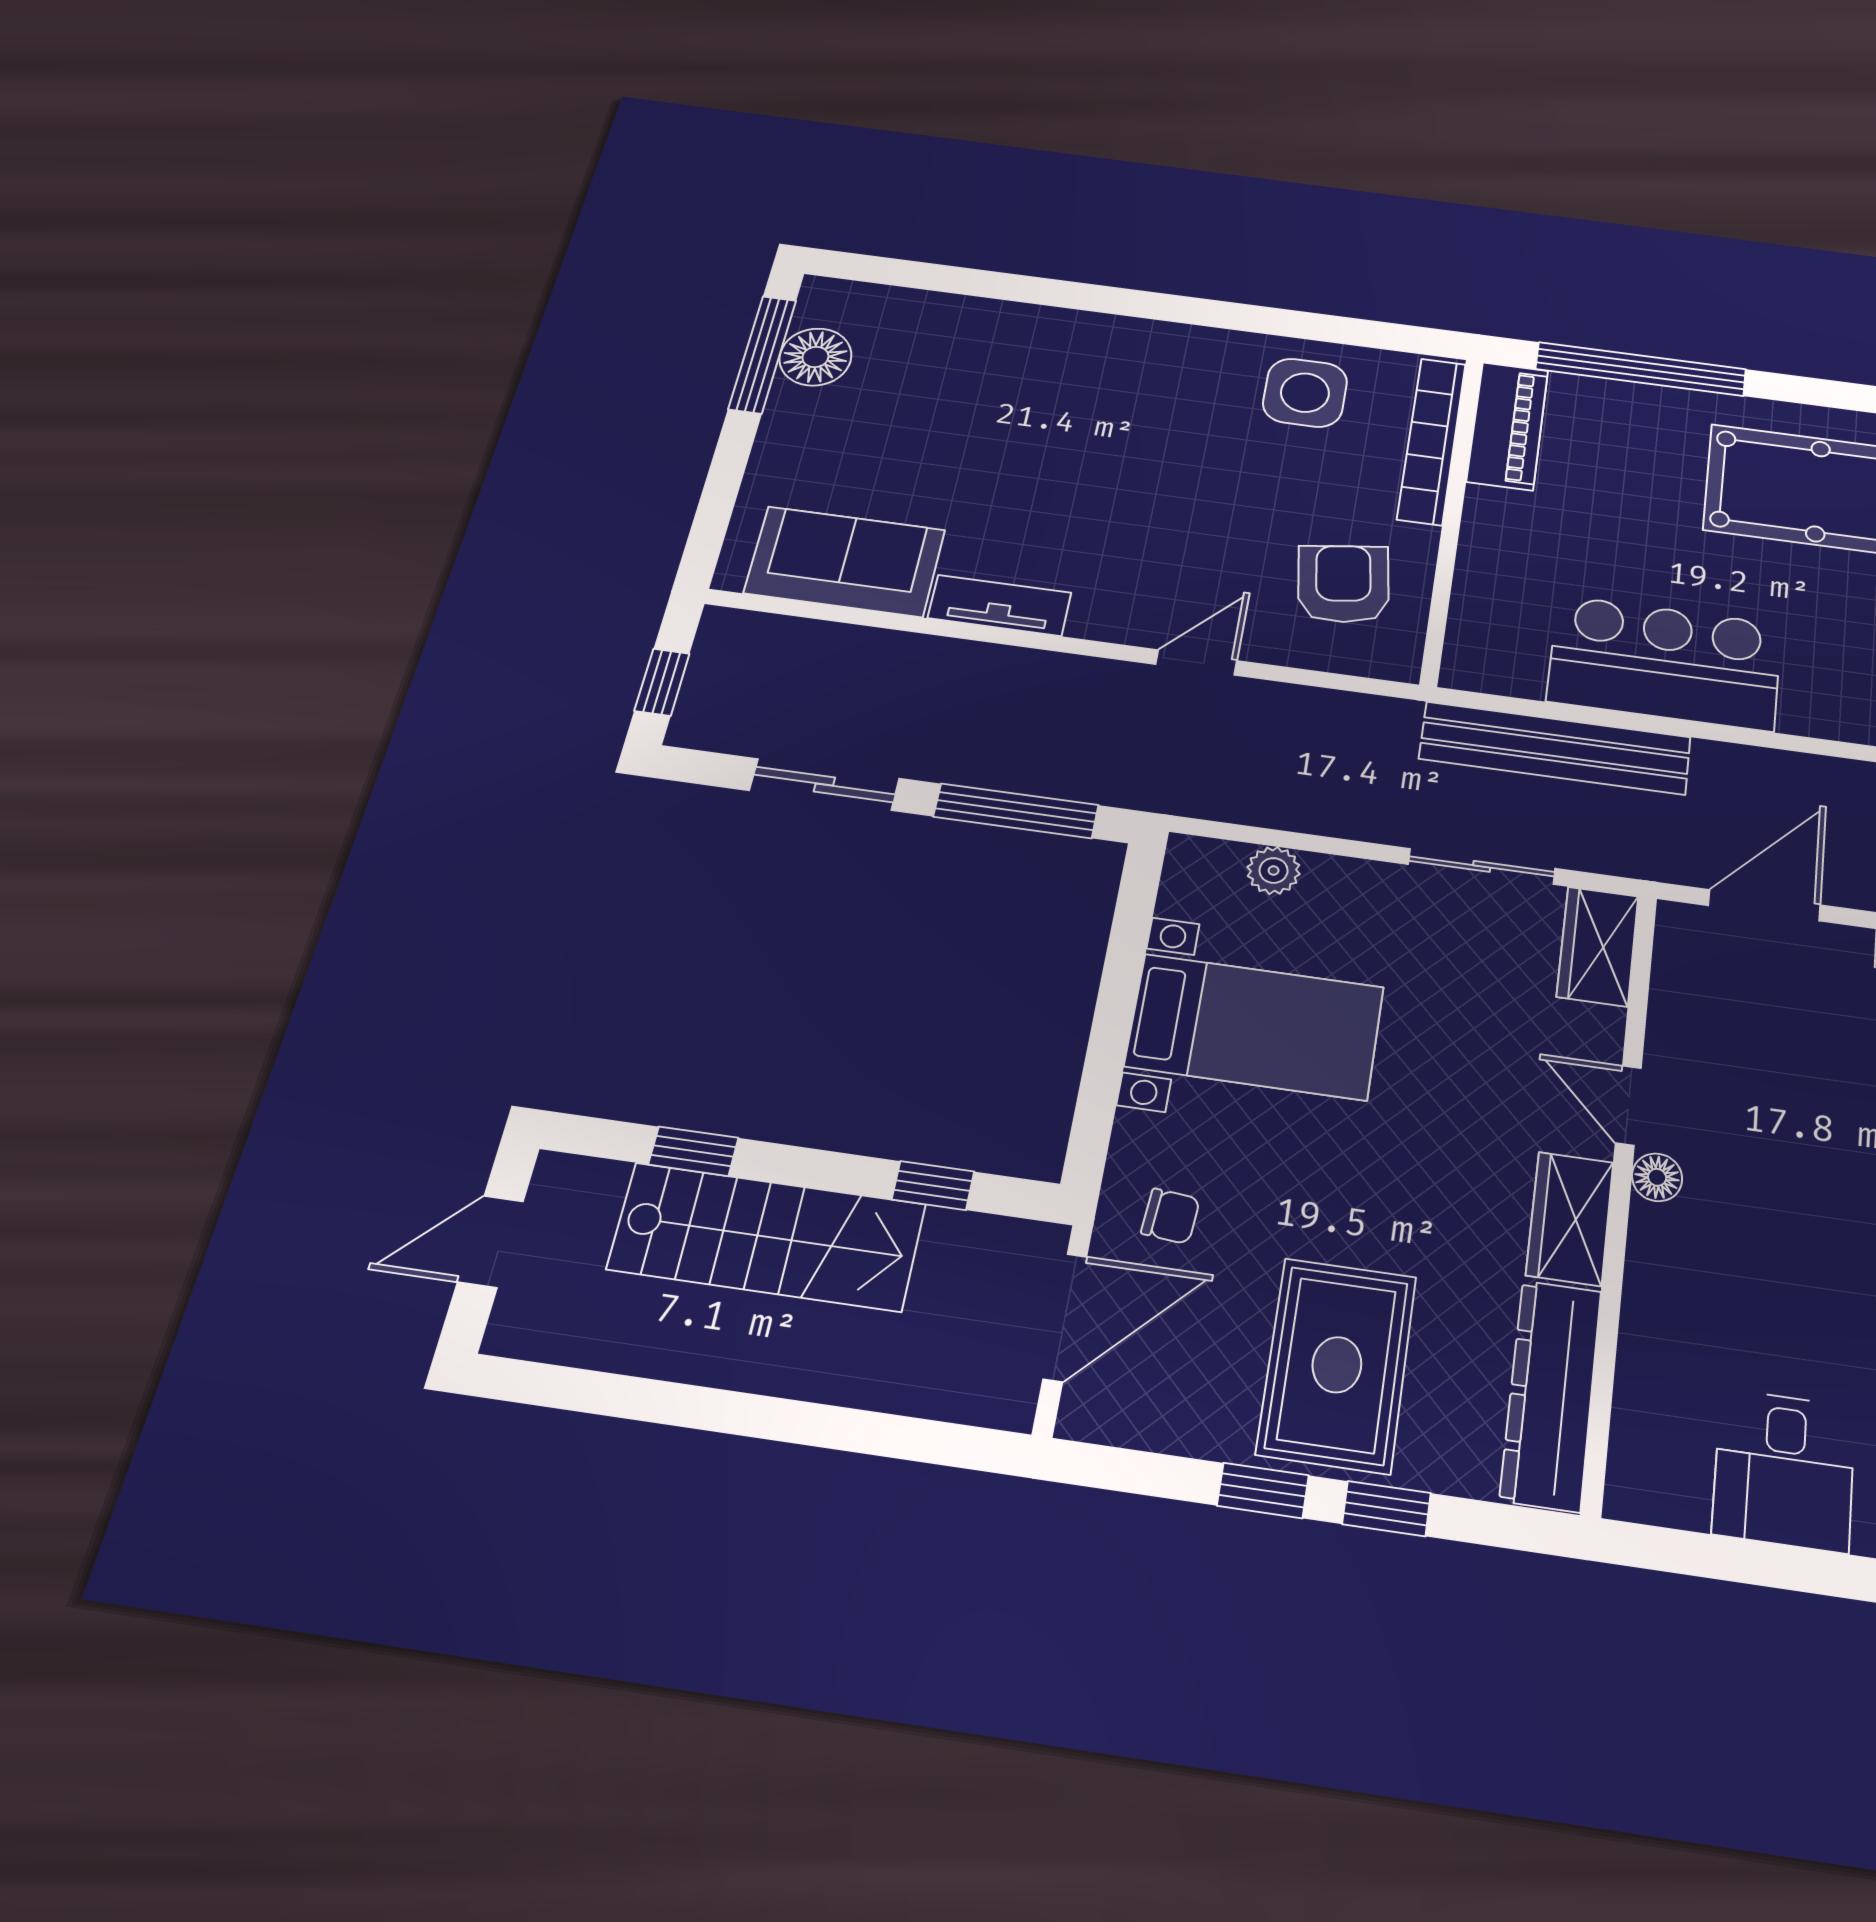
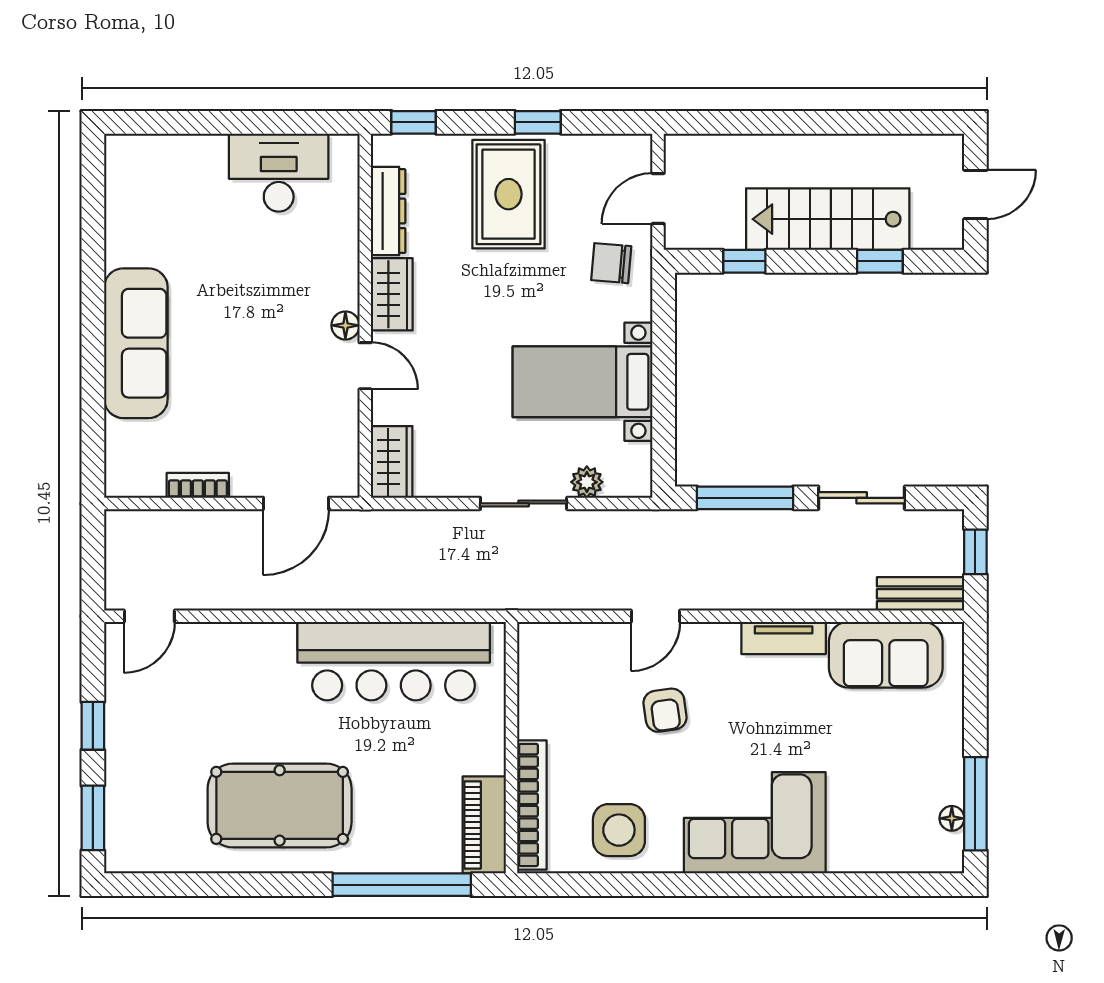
floor lamp: (815, 357) -> (952, 818), width x0.53, depth x0.53
corner sofa: (1099, 375) -> (755, 823), added
armchair: (1343, 584) -> (665, 710), moved, width x0.72, depth x0.72
bar counter: (1665, 663) -> (394, 661), width x1.36
bench: (1555, 748) -> (920, 594), moved, width x0.54, depth x0.82
sliding door: (1482, 866) -> (524, 503), moved
chair: (1170, 1216) -> (611, 263), width x1.37, depth x1.37
door: (1065, 1317) -> (658, 199), width x0.73
dresser: (1551, 1395) -> (388, 211), width x0.73, depth x0.80
desk: (1784, 1470) -> (279, 173), width x1.37
window: (1386, 1509) -> (414, 122), moved

